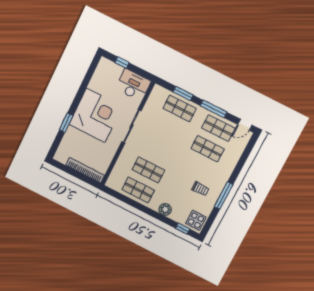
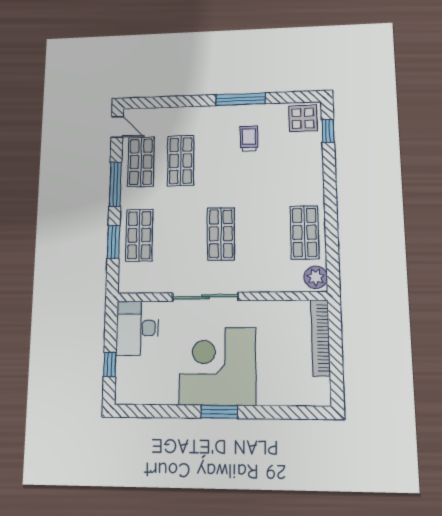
window: (66, 123) -> (219, 412), moved
shop shelf: (148, 170) -> (221, 234), moved
plant: (165, 209) -> (316, 277), moved

